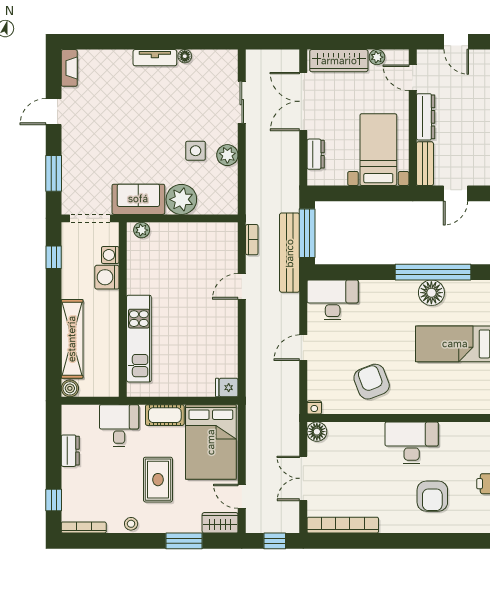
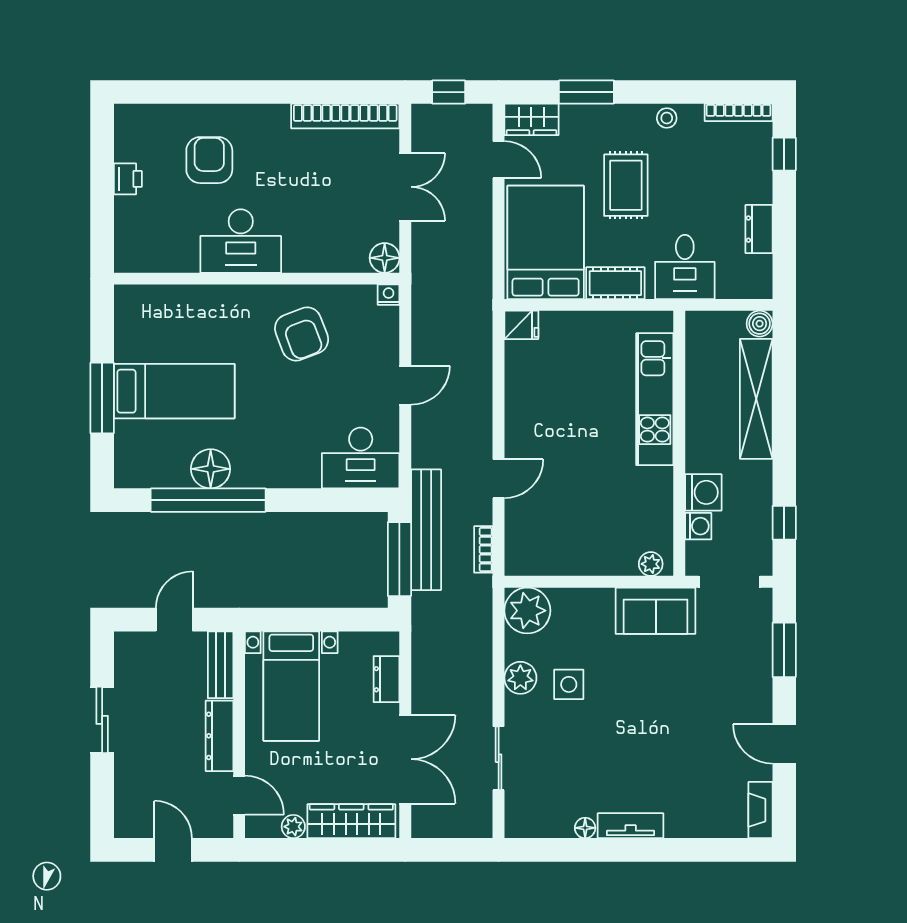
door: (54, 112) -> (784, 744), swing flipped
plant: (181, 199) -> (527, 611), moved

